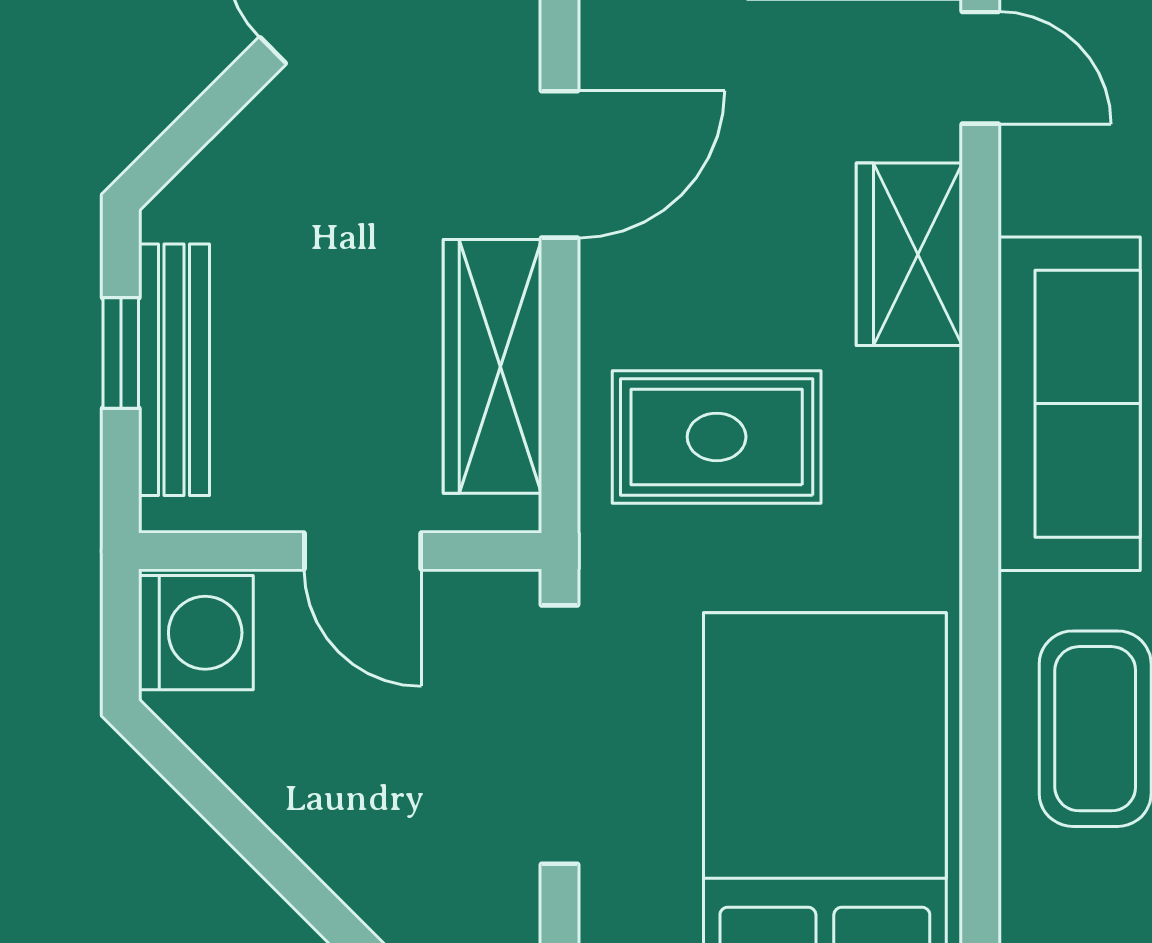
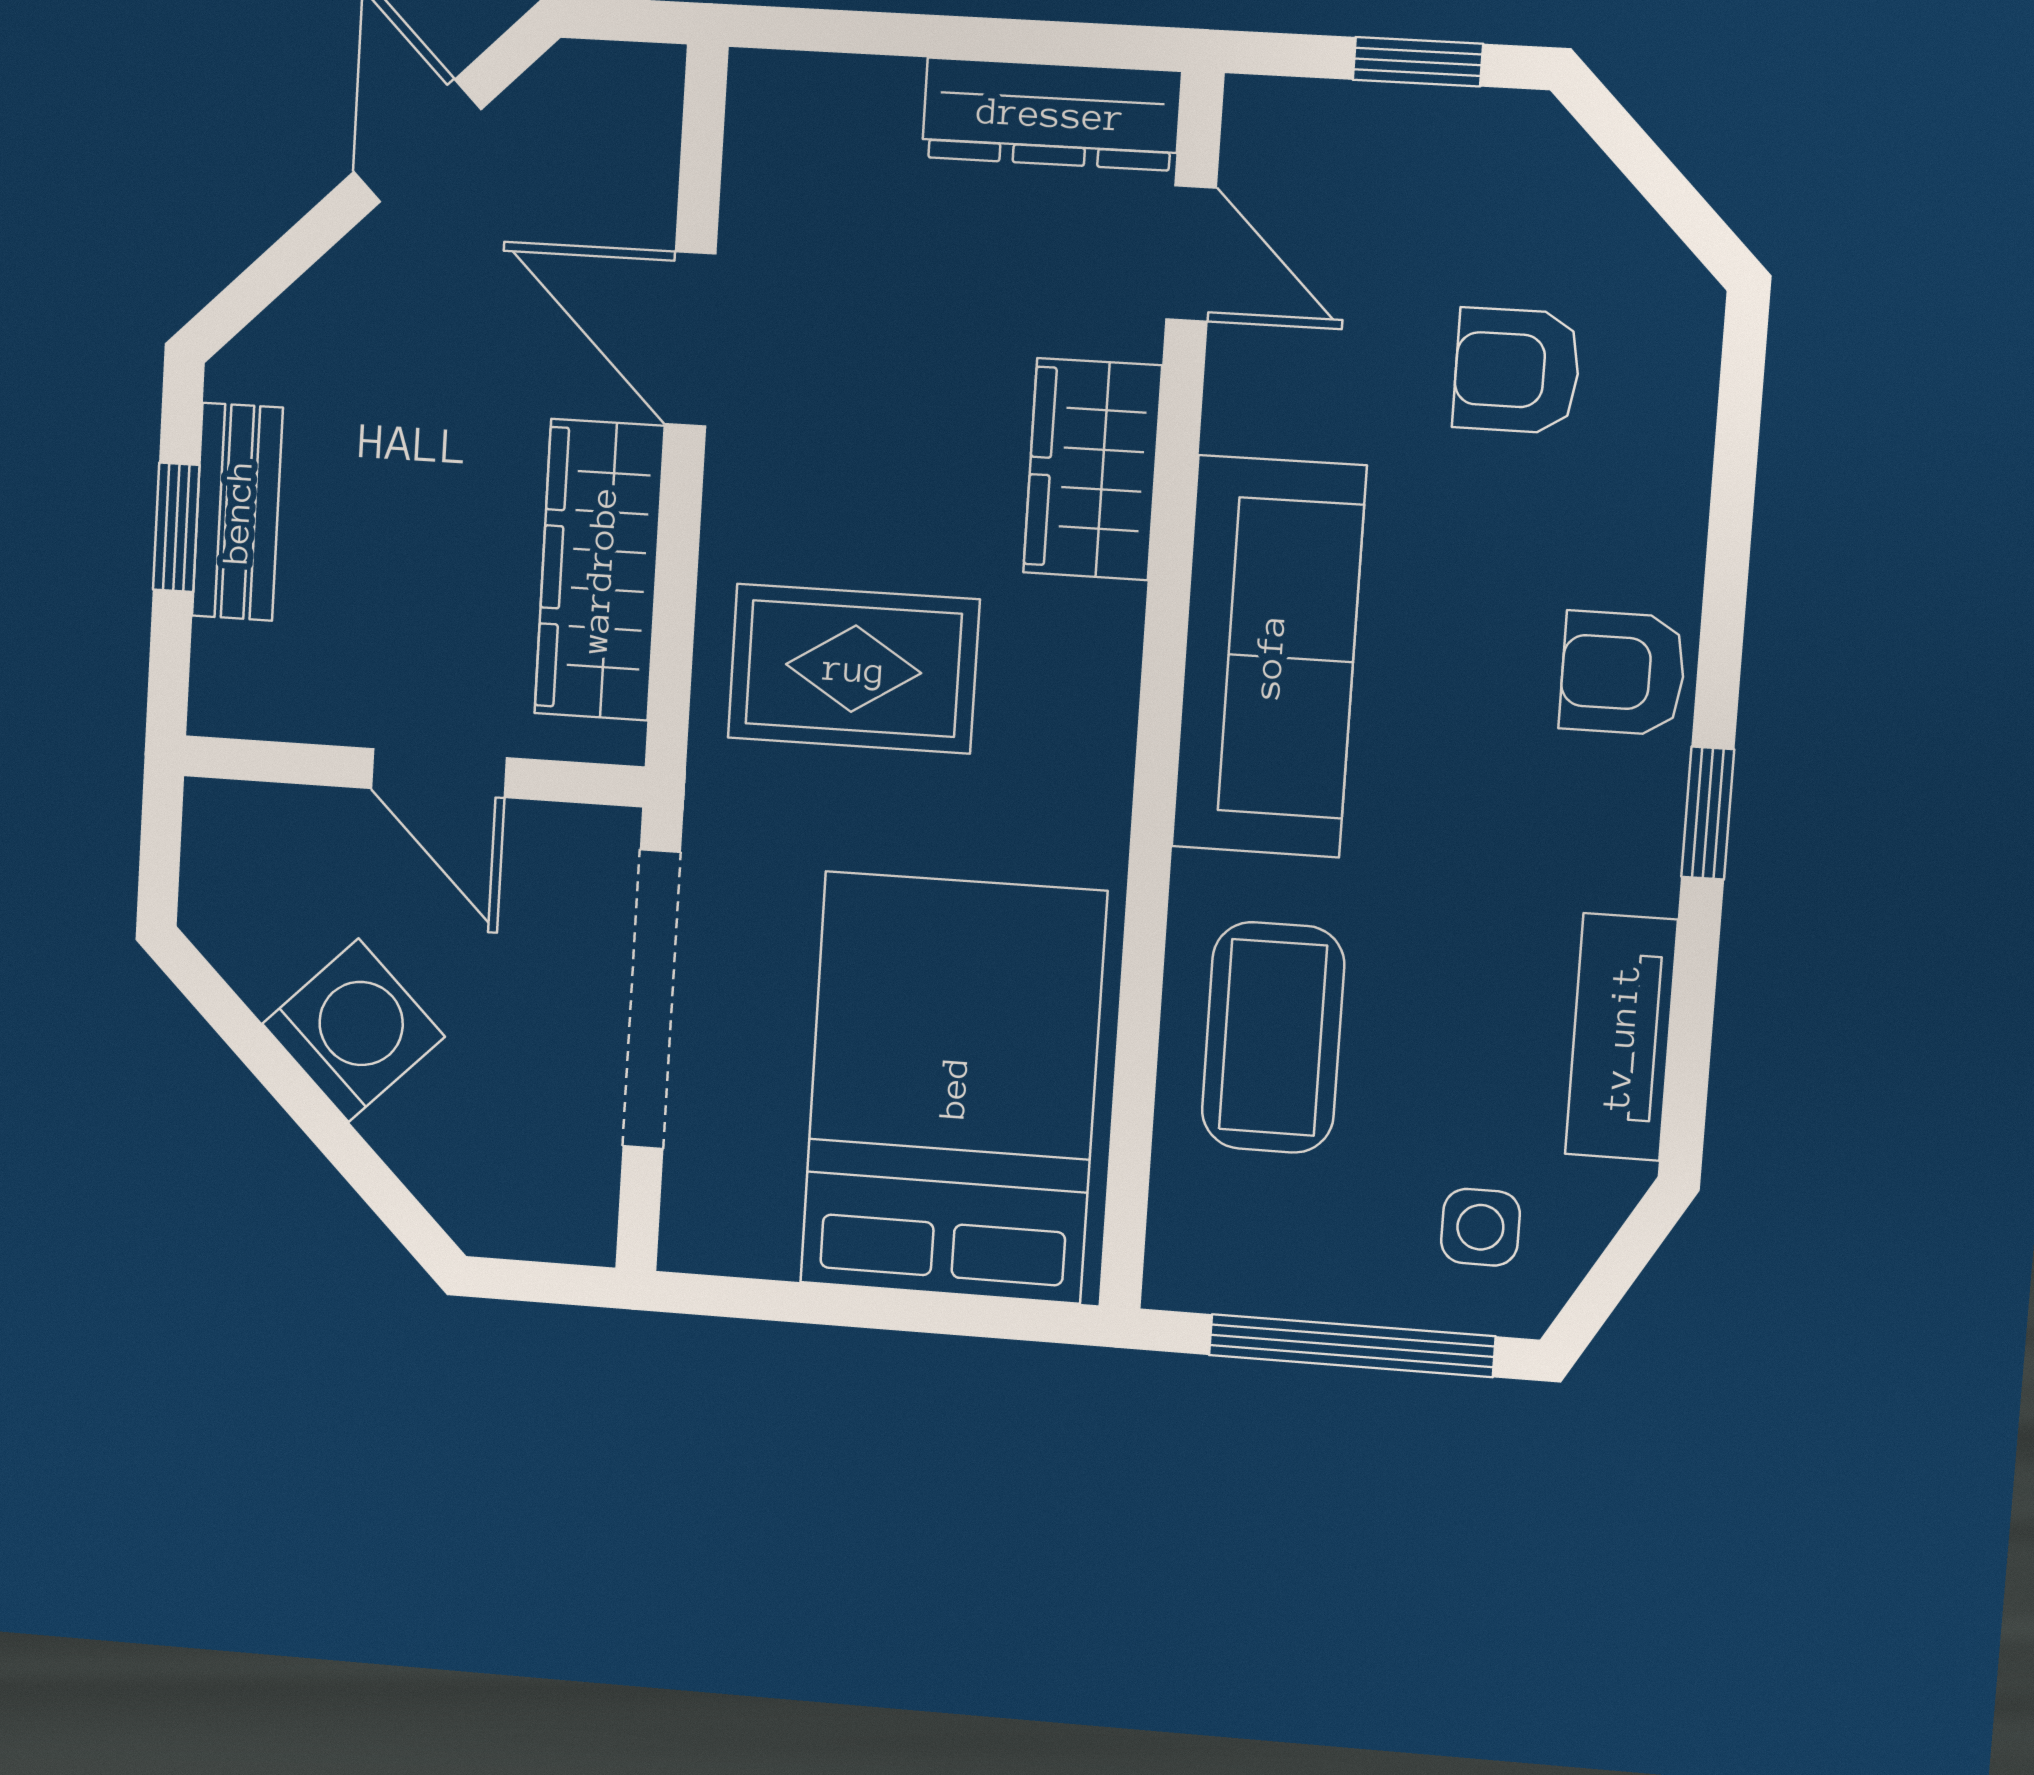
door: (559, 164) -> (691, 339), swing flipped
bench: (174, 370) -> (237, 512), width x0.73
washing machine: (196, 633) -> (353, 1030), moved, turned -45

